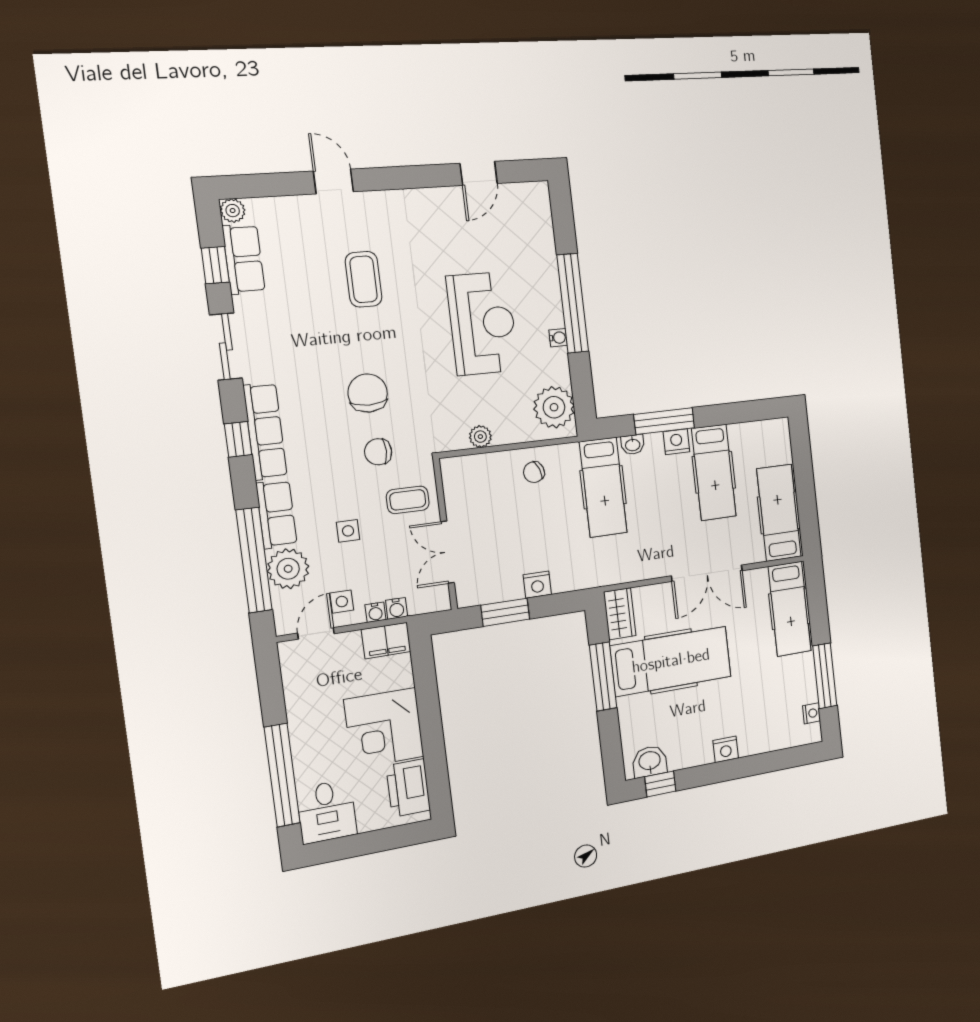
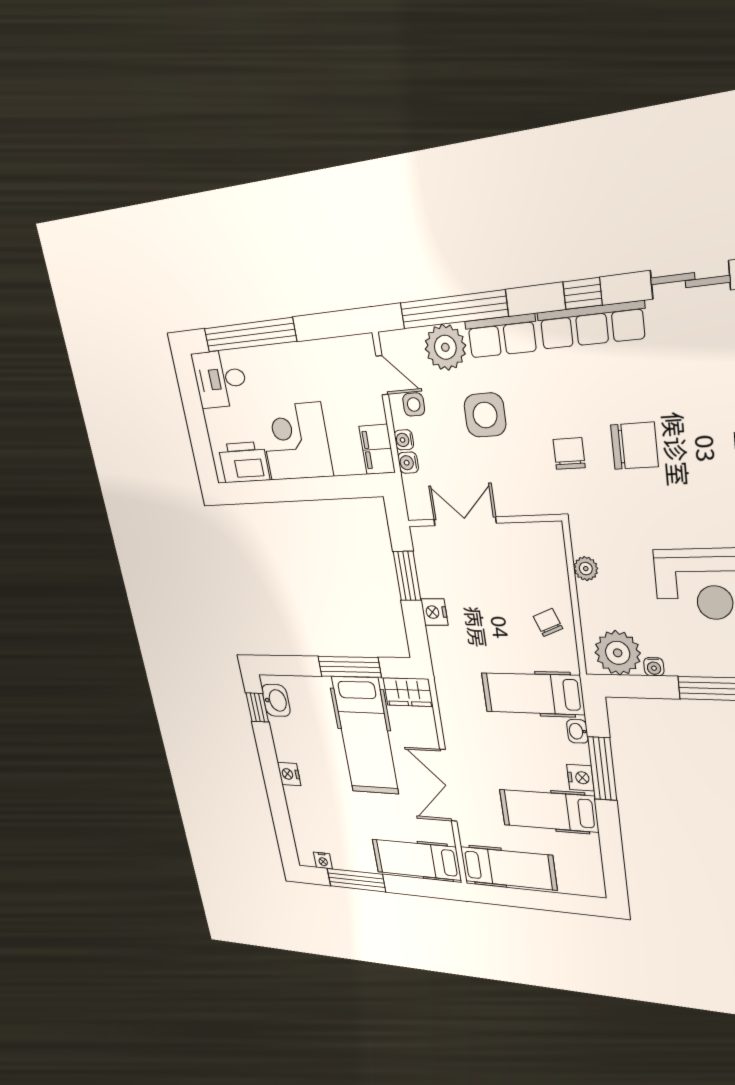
water cooler: (558, 338) -> (654, 667), moved
coffee table: (408, 500) -> (518, 483), removed
side table: (348, 531) -> (485, 415), width x1.87, depth x1.87

